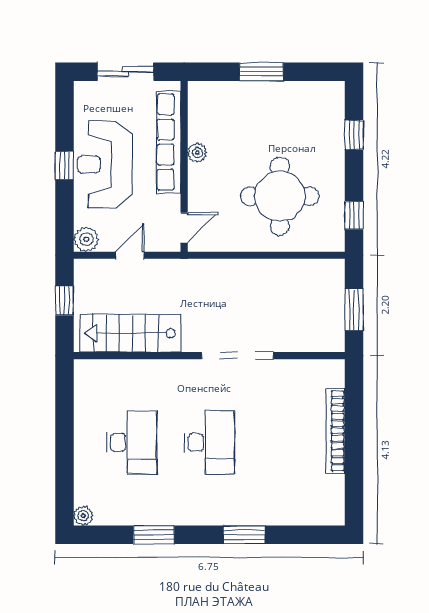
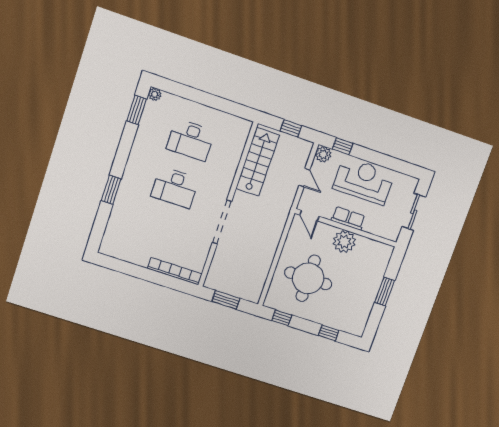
row of seats: (169, 142) -> (348, 218), width x0.50
plant: (197, 153) -> (344, 242), width x1.88, depth x1.88
window: (64, 166) -> (343, 146), moved
bookcase: (335, 431) -> (175, 271), moved
window: (154, 535) -> (137, 110), moved

